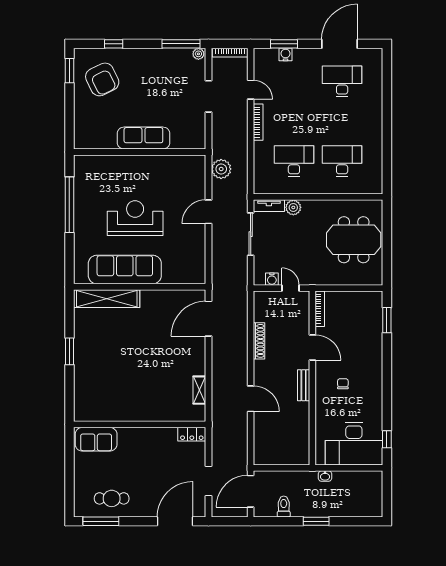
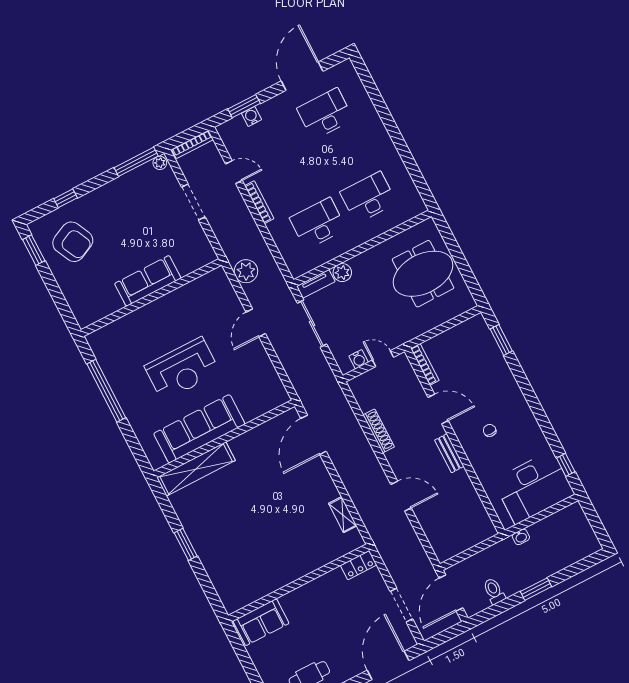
reception desk: (135, 218) -> (182, 369), turned 180

